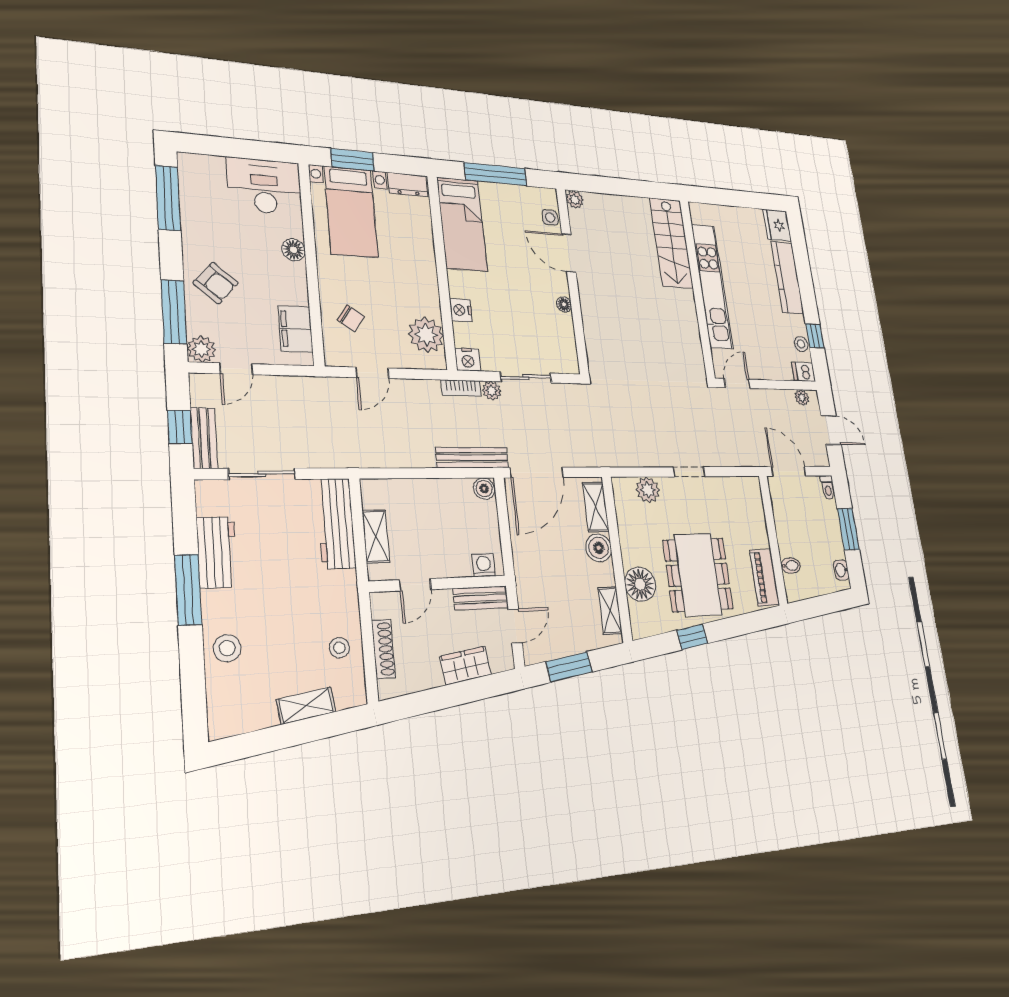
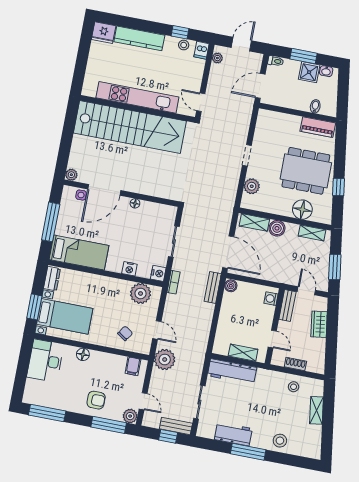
stairs: (671, 243) -> (130, 127), width x1.86, depth x1.51
door: (569, 253) -> (104, 190), width x1.36
armchair: (216, 283) -> (96, 400), turned 49
filing cabinet: (296, 329) -> (133, 366), width x0.50
plant: (492, 391) -> (165, 360), moved, width x1.87, depth x1.87
bench: (472, 457) -> (213, 287), width x0.73
shower: (831, 543) -> (309, 72), added
shoe rack: (383, 649) -> (295, 364), width x0.70

